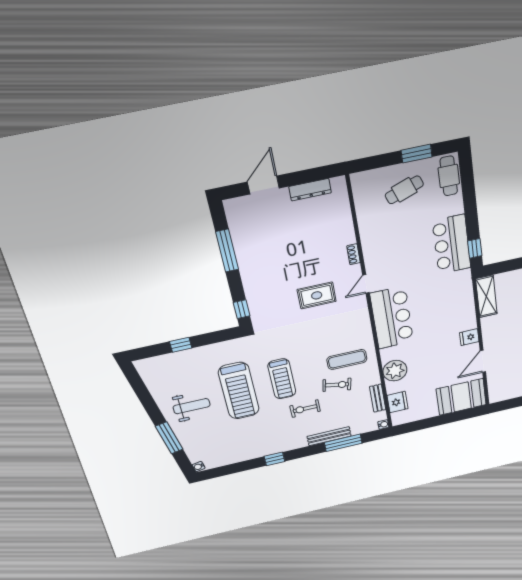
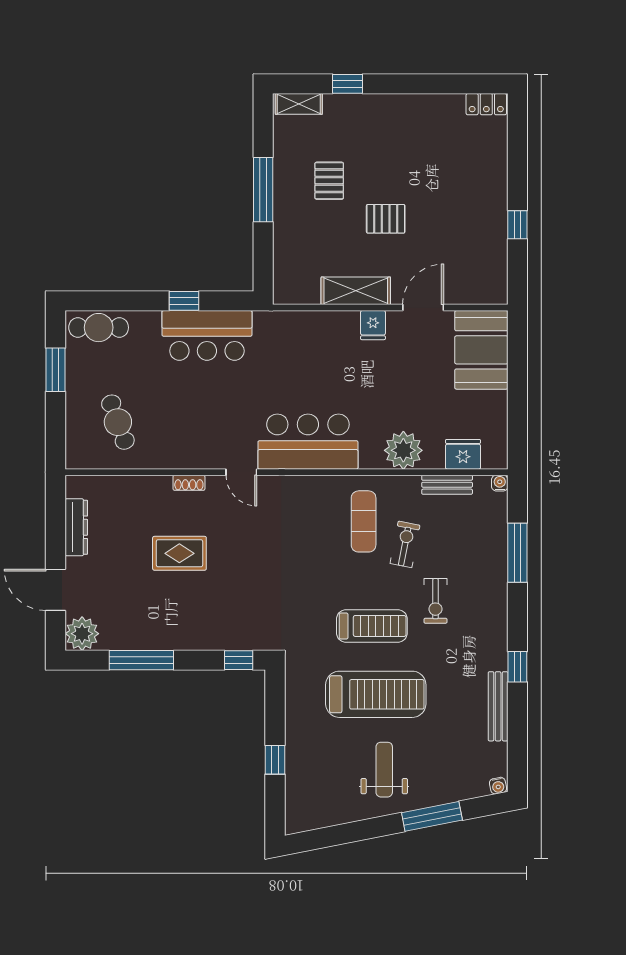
cafe table: (404, 190) -> (118, 422), moved
plant: (236, 209) -> (82, 634), added
window: (475, 248) -> (184, 301), moved
rug: (317, 295) -> (179, 553), moved, turned 90
shelving: (486, 296) -> (356, 291), moved
door: (483, 361) -> (423, 308), swing flipped
bench: (329, 436) -> (498, 706), moved

